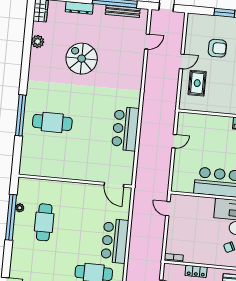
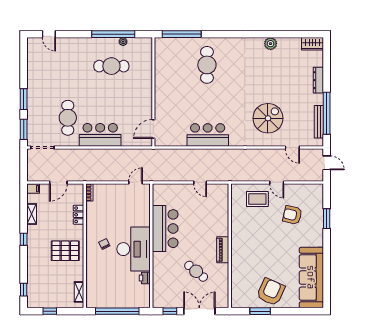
plant: (38, 42) -> (271, 44), moved
armchair: (217, 48) -> (292, 215), turned 103
spiral stairs: (82, 59) -> (268, 118), moved
window: (21, 115) -> (182, 34), moved

